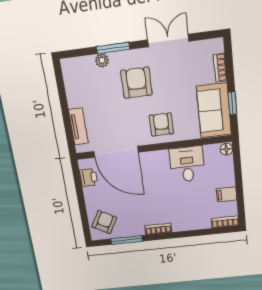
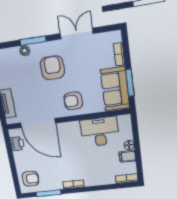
window: (232, 103) -> (130, 83), width x1.50
armchair: (161, 124) -> (73, 101), turned -90
floor lamp: (226, 149) -> (129, 145), moved
desk: (187, 164) -> (100, 132), width x1.37
armchair: (104, 222) -> (31, 179), turned 61

